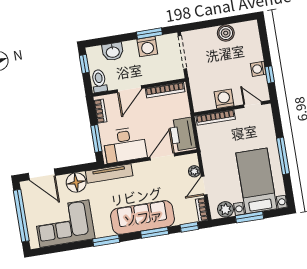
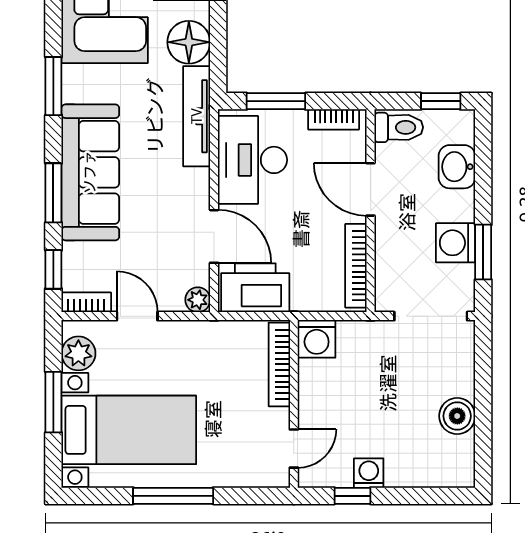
washing machine: (224, 99) -> (317, 339), moved, turned 90
plant: (194, 171) -> (198, 300), moved

